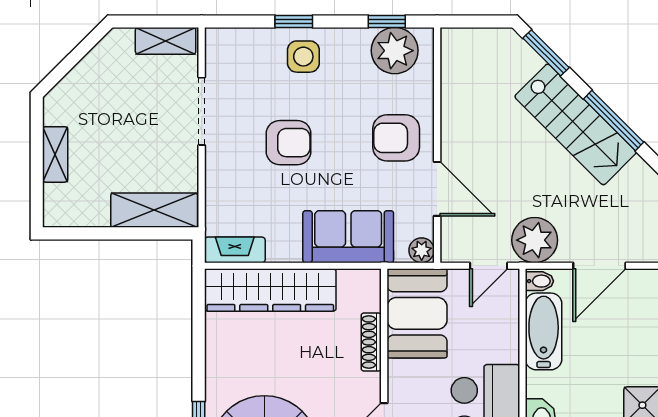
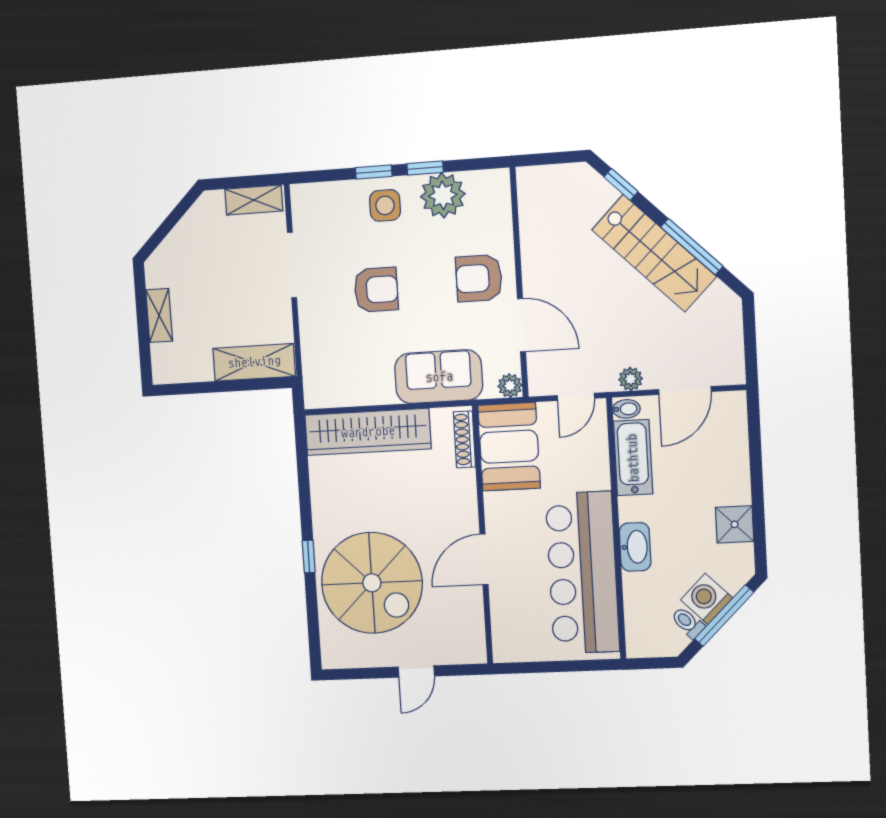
window: (387, 21) -> (425, 168), moved
plant: (395, 51) -> (443, 195), moved
window: (546, 53) -> (621, 184), width x0.67
plant: (535, 240) -> (631, 379), width x0.53, depth x0.53
fireplace: (235, 250) -> (332, 396), removed
shoe rack: (371, 342) -> (464, 439), moved

